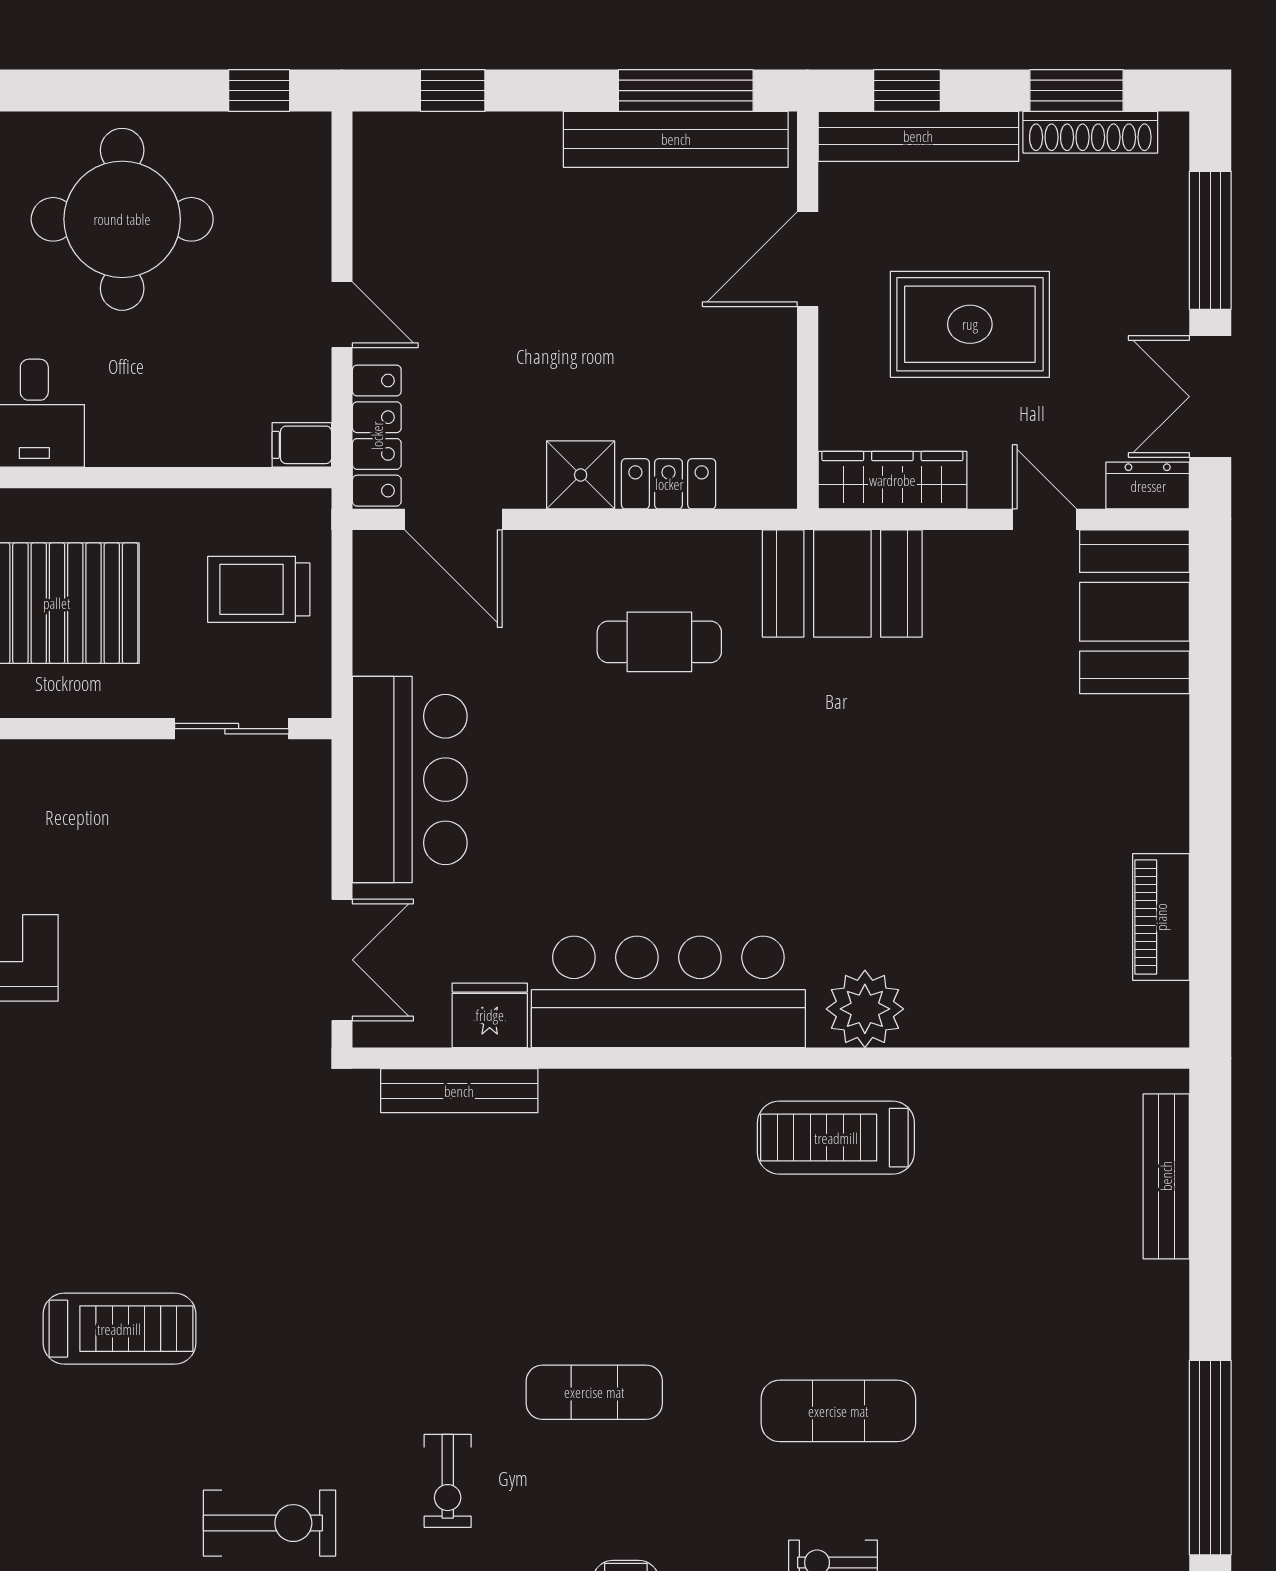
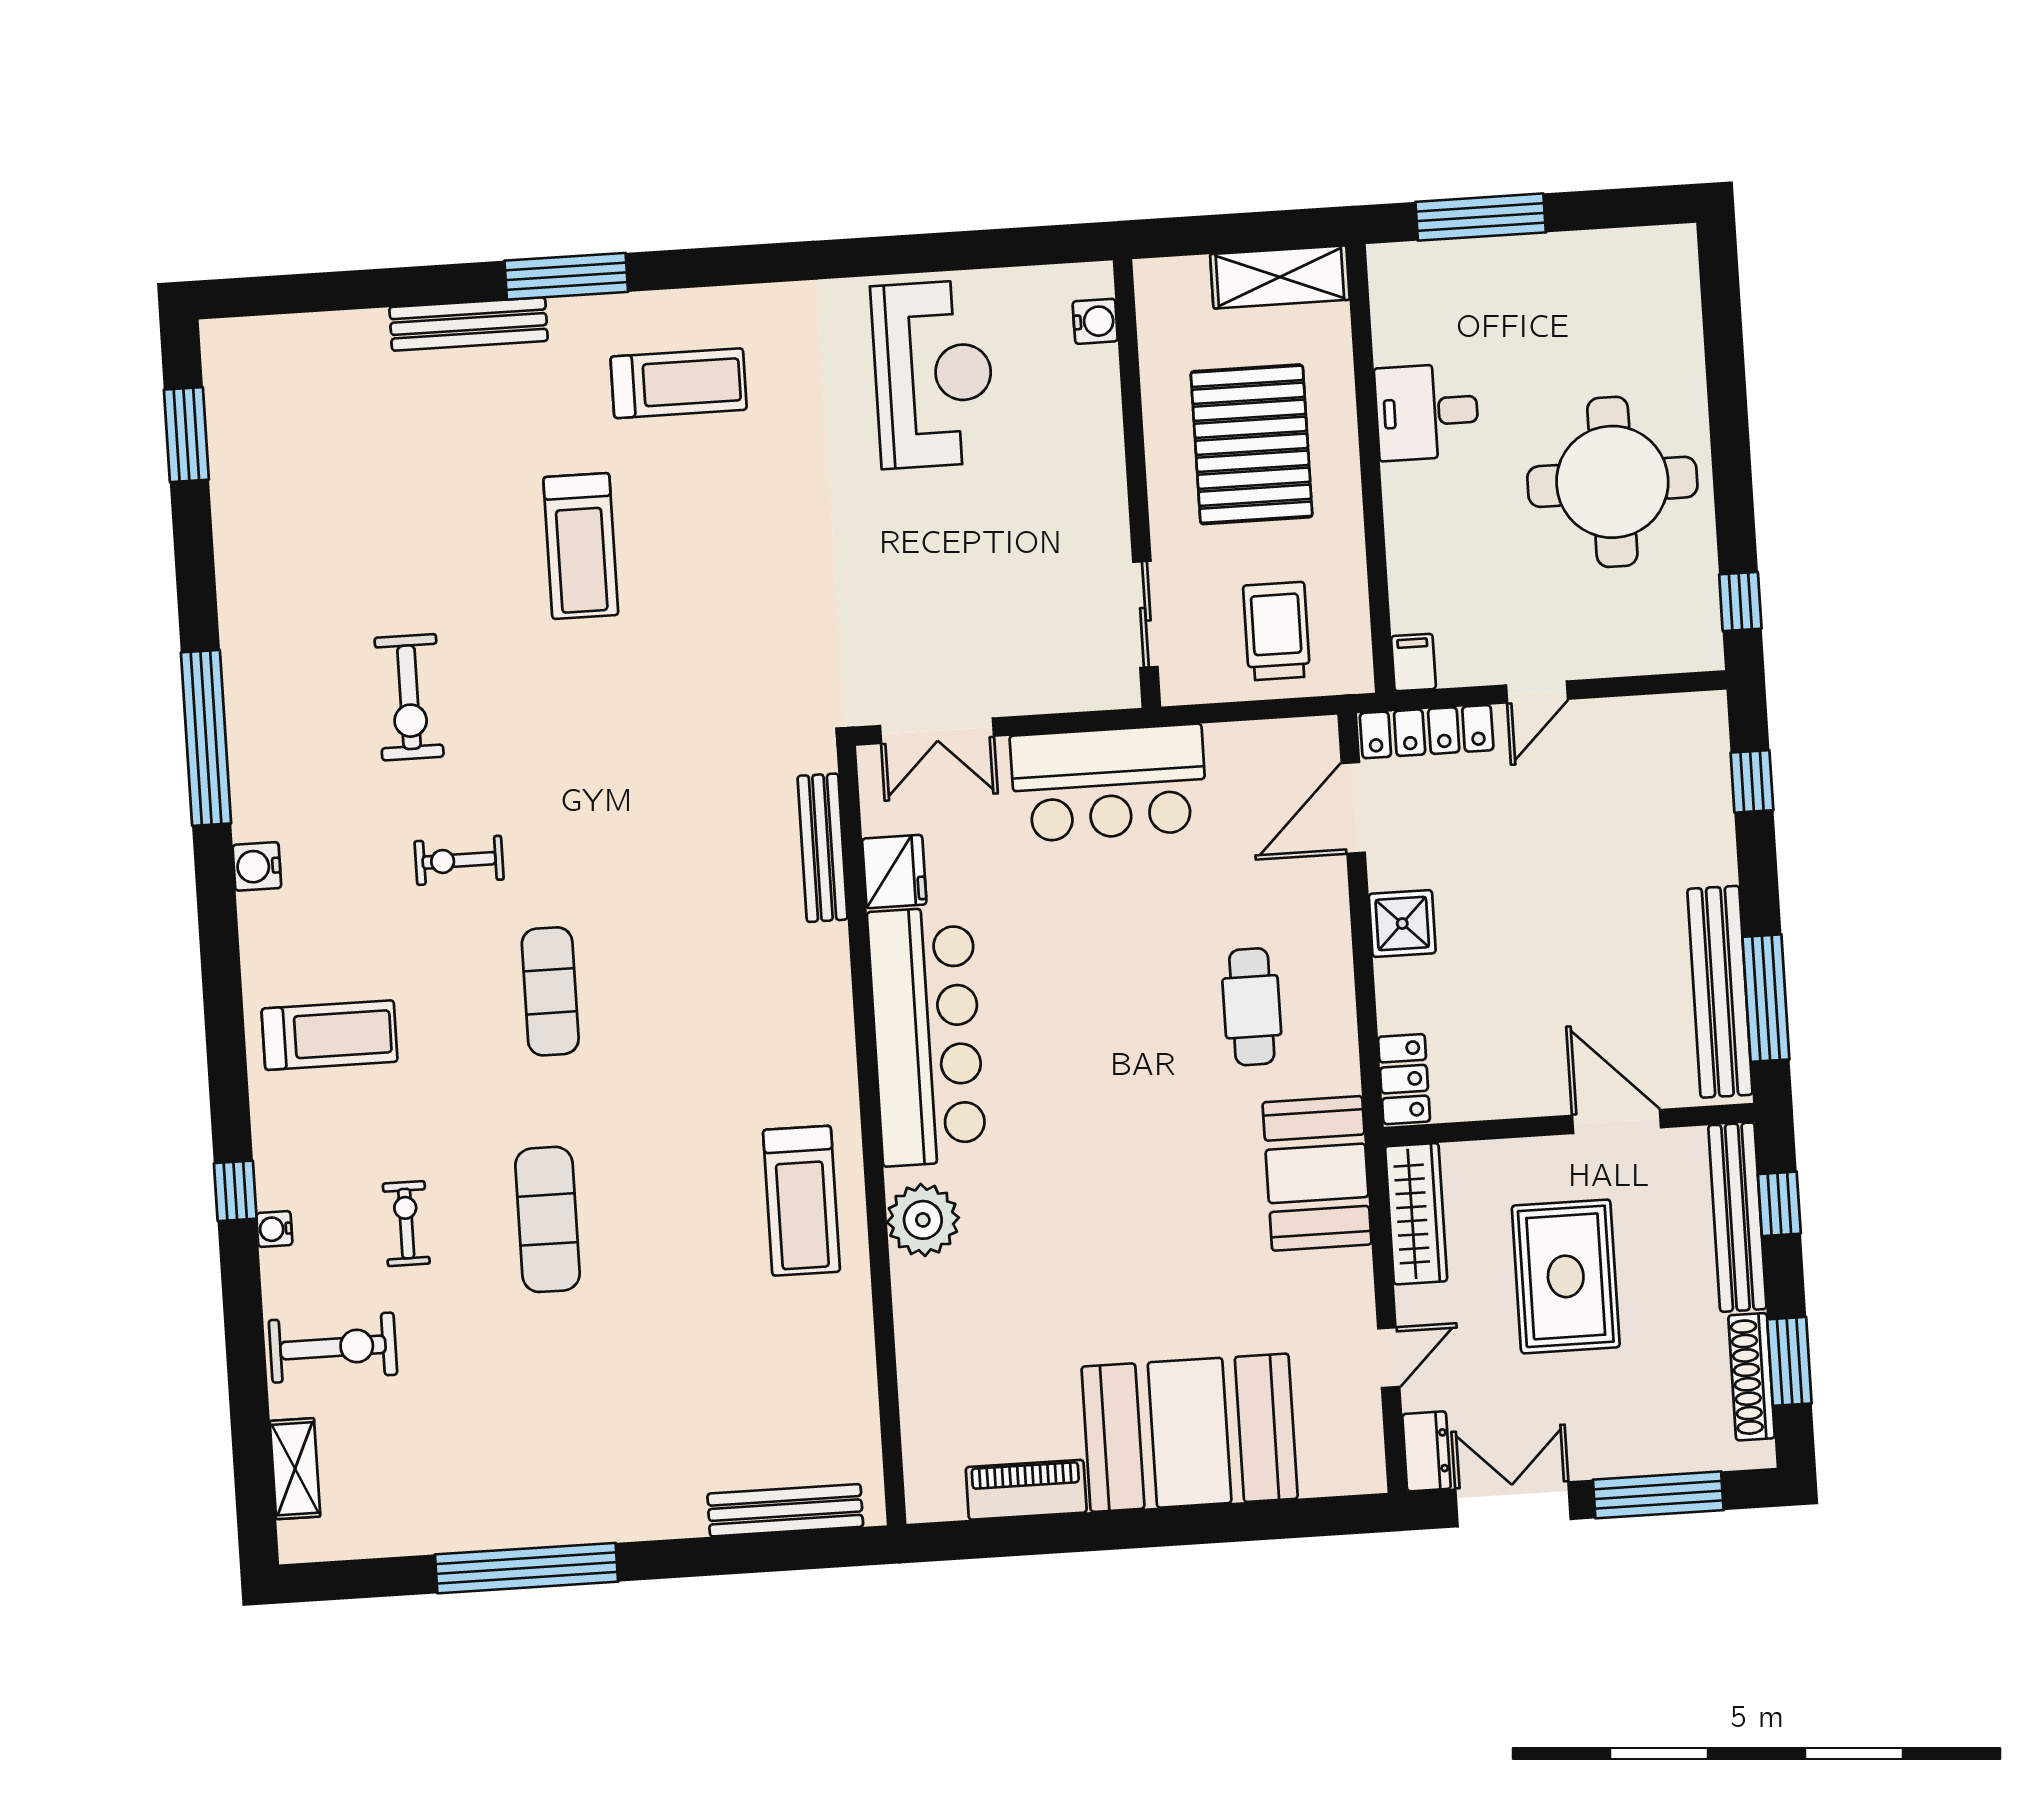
locker: (669, 484) -> (1404, 1079), moved
booth: (1134, 612) -> (1190, 1433), moved, width x1.36, depth x1.42
treadmill: (836, 1138) -> (801, 1201), turned 180

